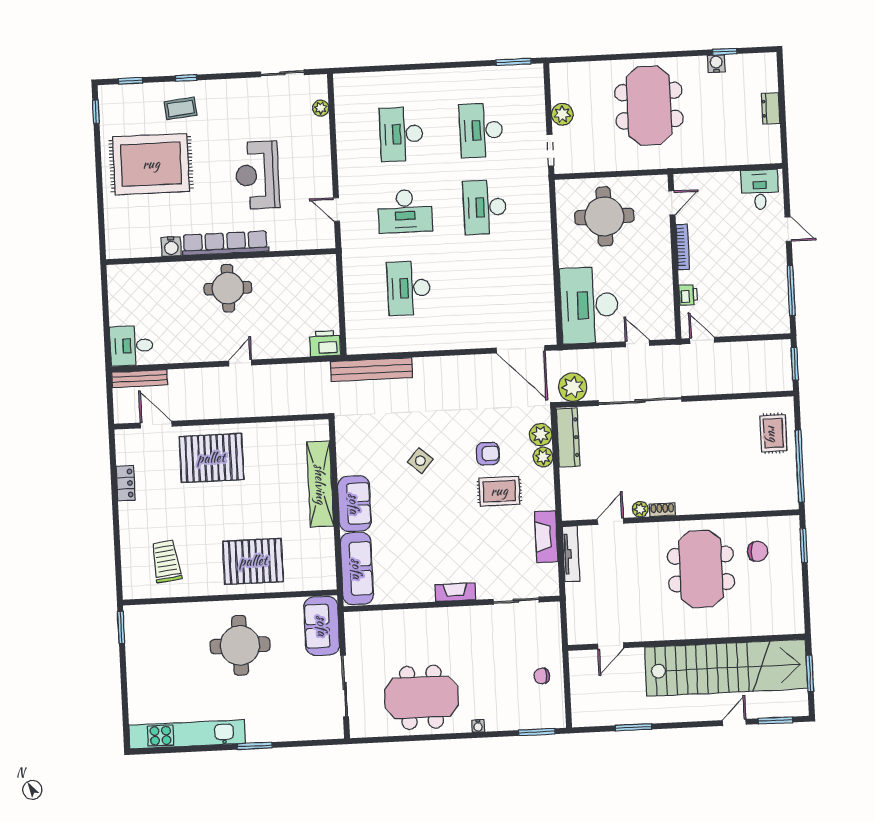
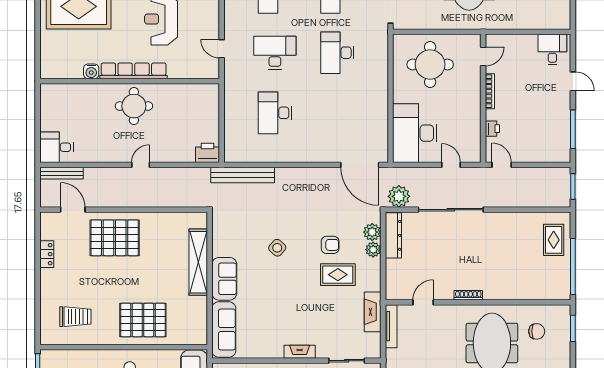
desk: (405, 211) -> (275, 53), turned 180
plant: (640, 509) -> (447, 294), removed
shoe rack: (662, 510) -> (468, 295), width x1.43
trolley: (166, 561) -> (75, 317), turned 97

